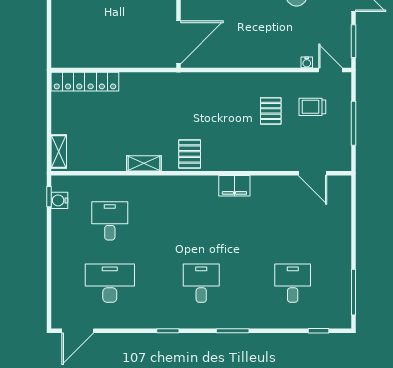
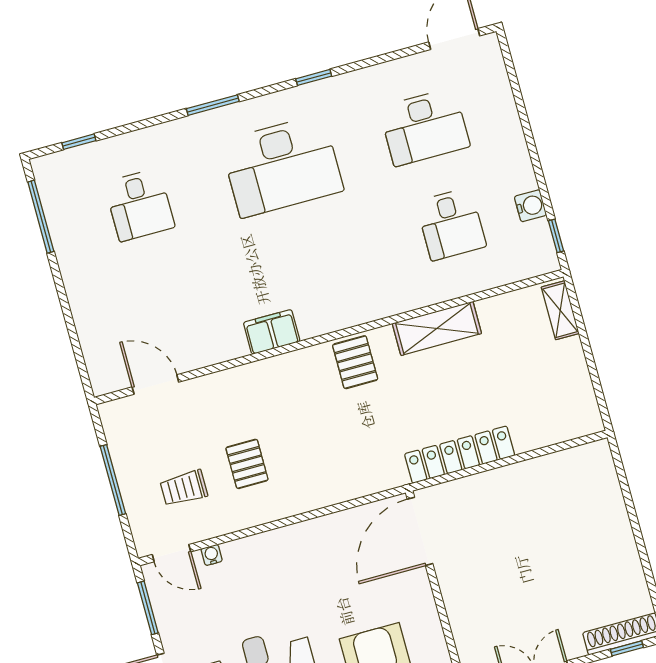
locker: (85, 82) -> (460, 455), moved
trolley: (312, 107) -> (184, 488), turned 180
shelving: (144, 163) -> (437, 328), width x1.50, depth x1.33
water cooler: (59, 200) -> (530, 206), moved
desk: (201, 283) -> (282, 166), width x1.87, depth x1.30

